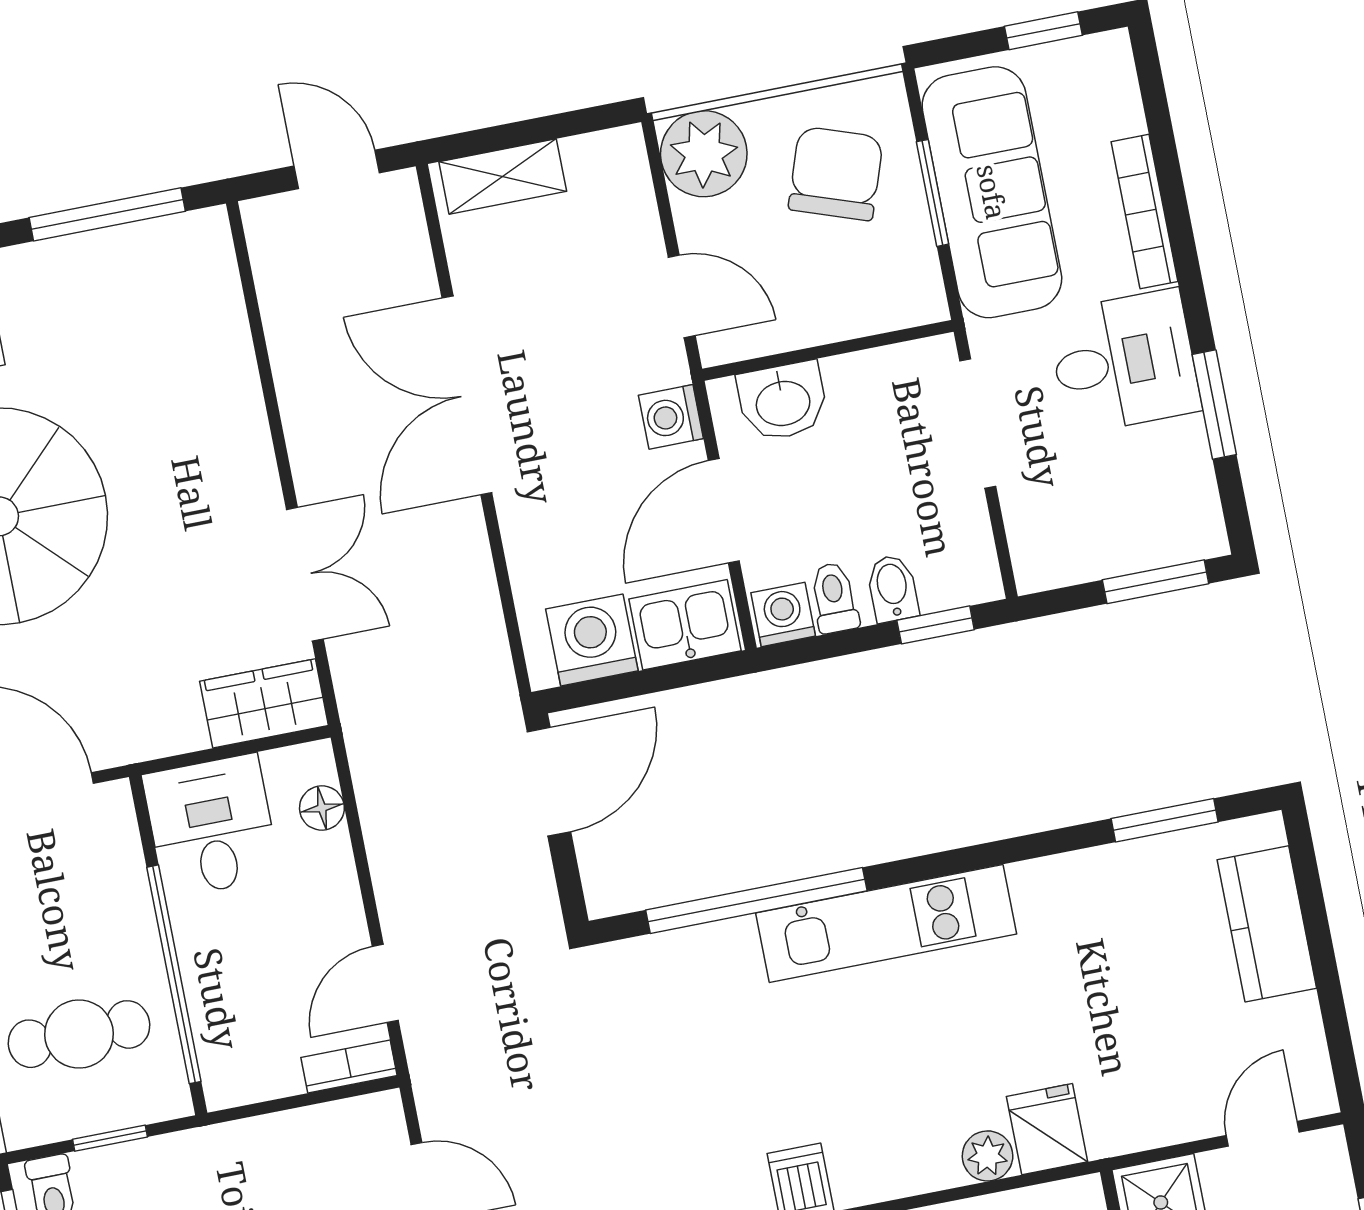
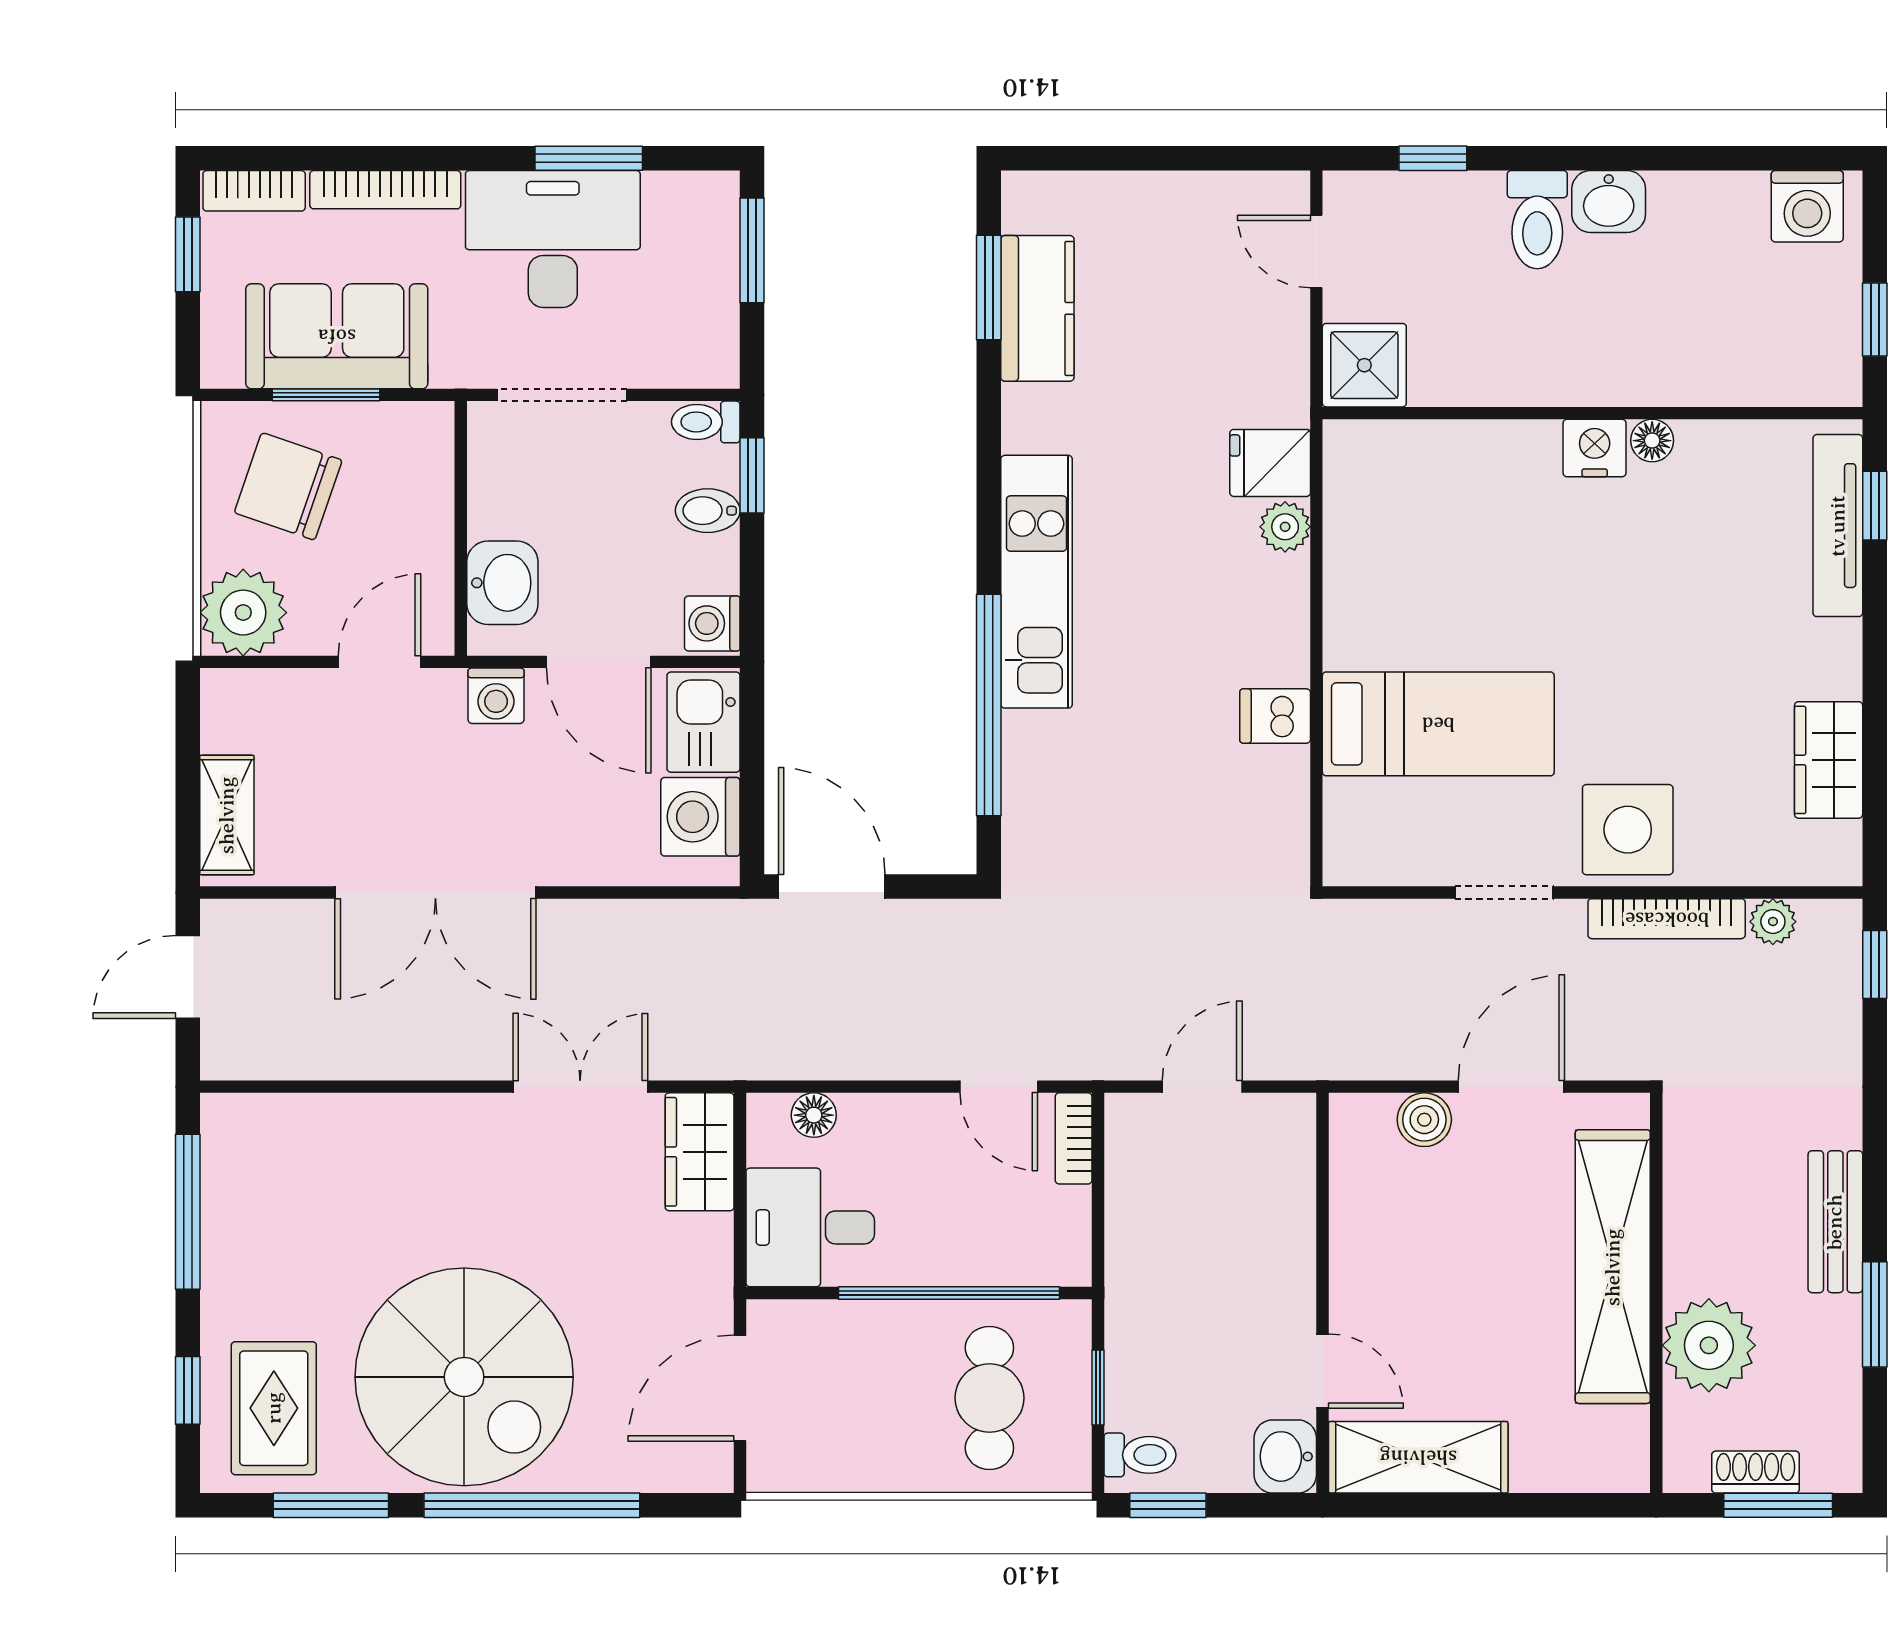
bookcase: (1118, 83) -> (254, 191), added
sofa: (992, 192) -> (337, 336), width x0.73
desk: (1124, 362) -> (553, 239), width x1.37
toilet: (834, 598) -> (706, 422), moved
kitchen counter: (1267, 924) -> (1037, 308), moved, turned -90

